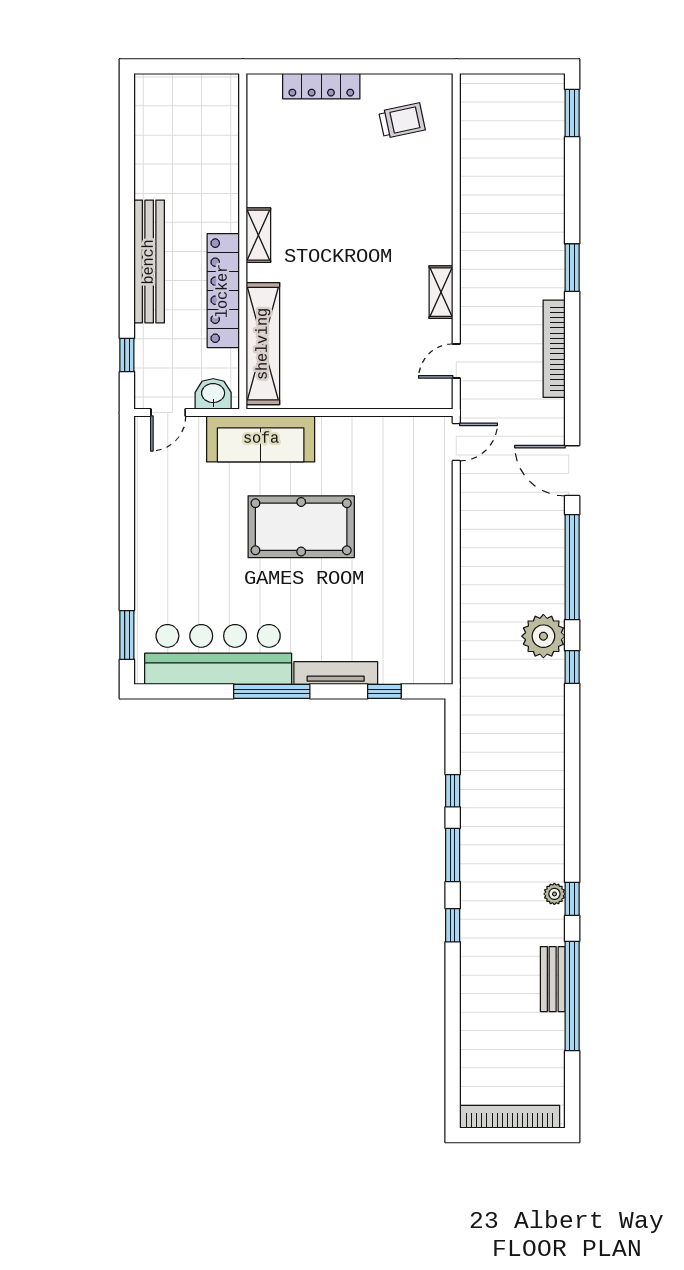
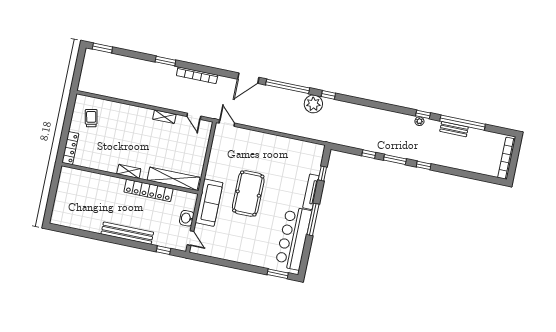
shelving: (258, 235) -> (129, 171), moved
wall: (243, 241) -> (130, 178), moved
locker: (223, 291) -> (149, 190), moved
shelving: (263, 344) -> (173, 179), moved

